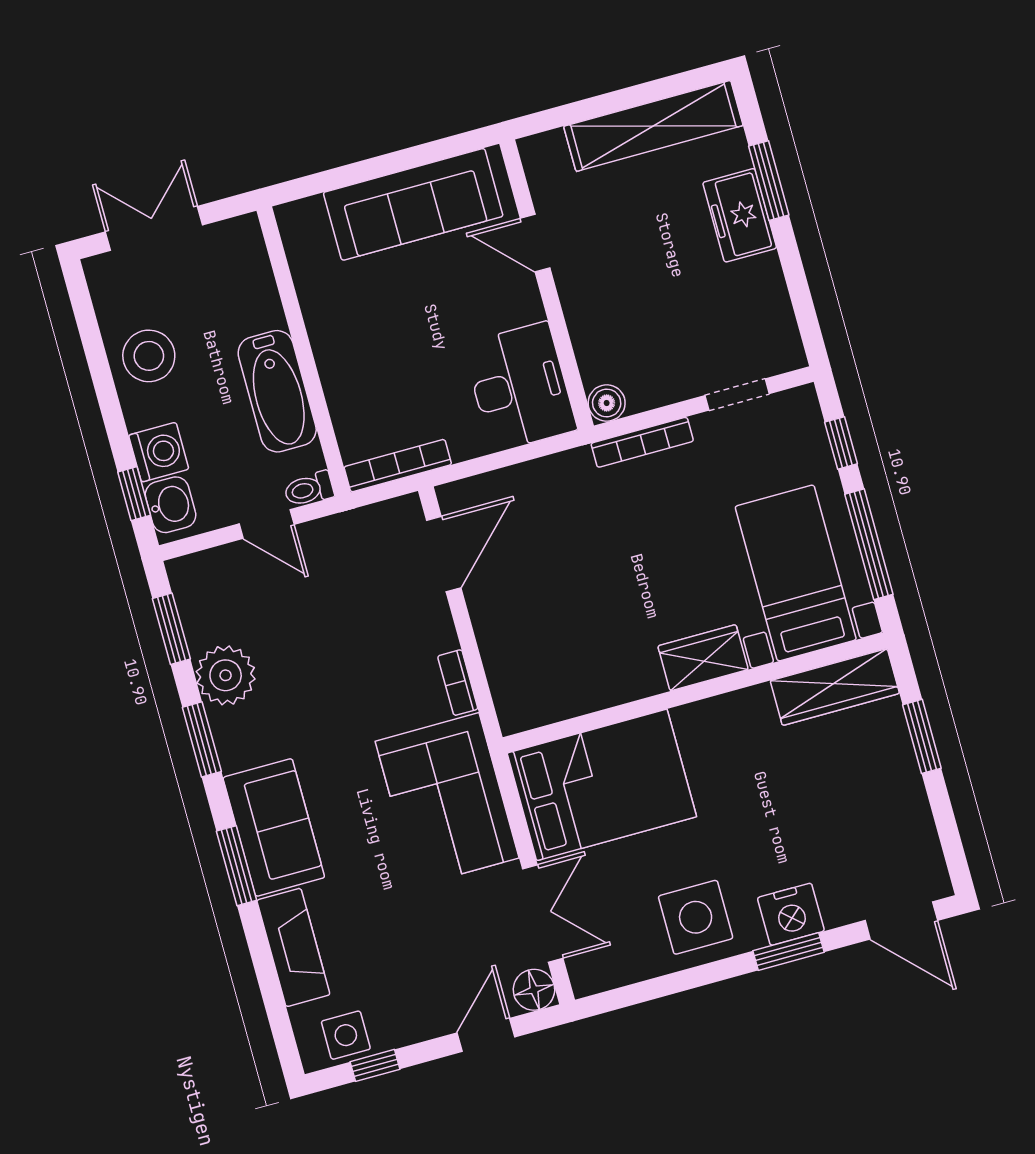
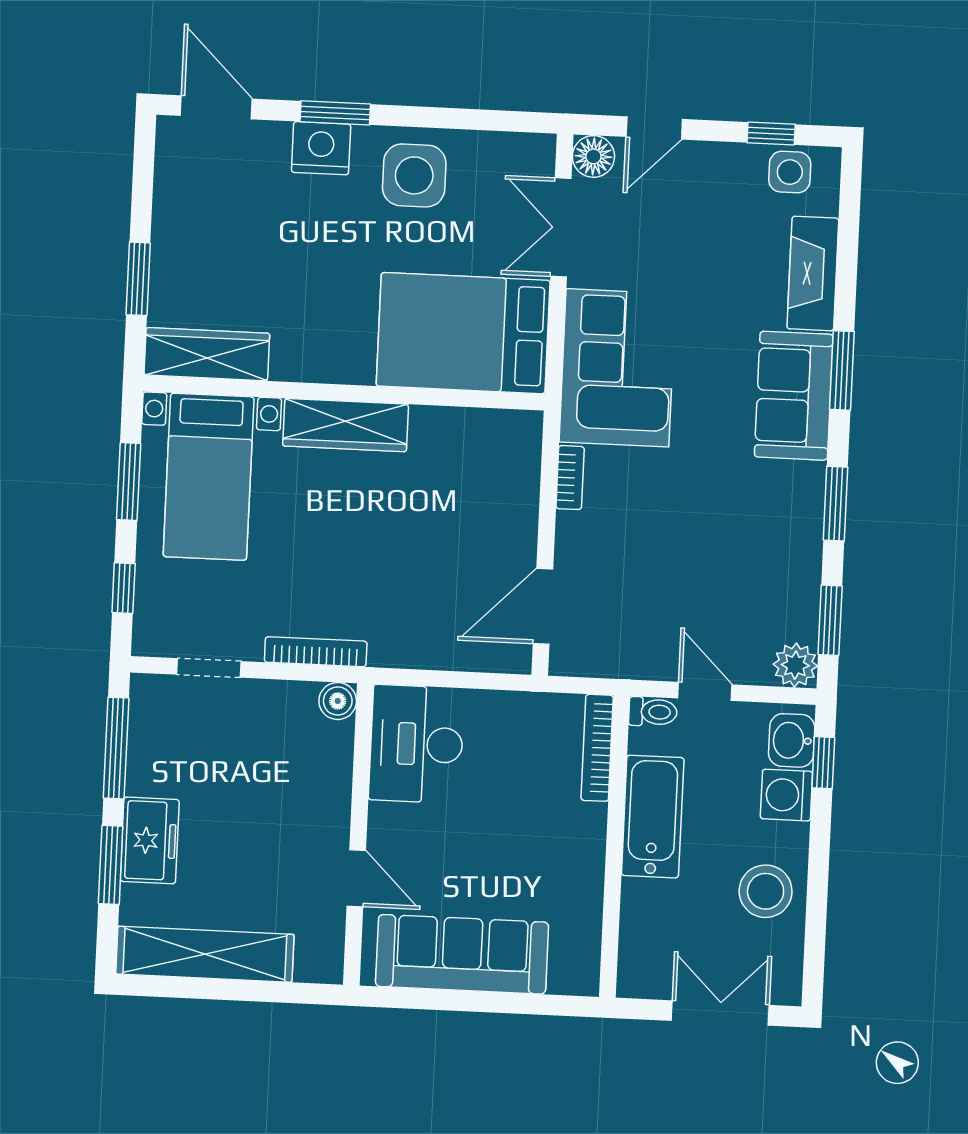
double door: (154, 228) -> (720, 1013), swing flipped
window: (799, 291) -> (116, 748), added
bookcase: (398, 466) -> (597, 748), moved, turned 90
window: (869, 544) -> (129, 481), width x0.69
wardrobe: (703, 658) -> (346, 425), width x1.50
plant: (226, 675) -> (795, 665), moved, width x0.73, depth x0.73

